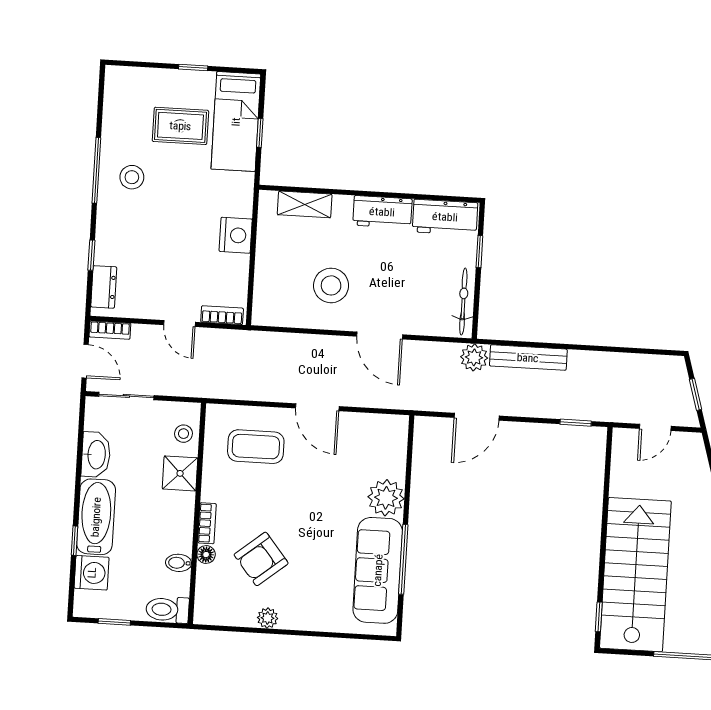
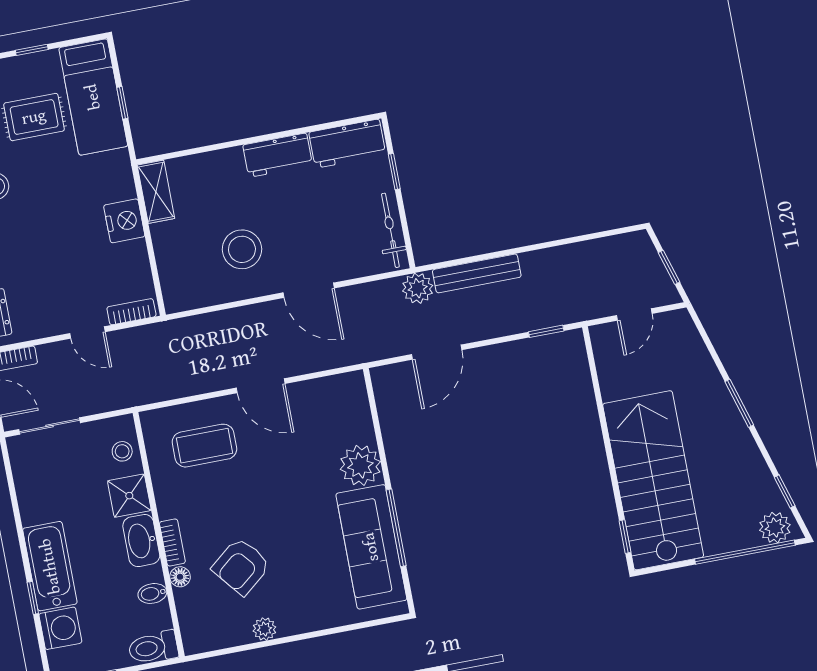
shelving: (305, 204) -> (156, 192), moved, turned 90
washbasin: (96, 455) -> (141, 541), moved, turned 180

